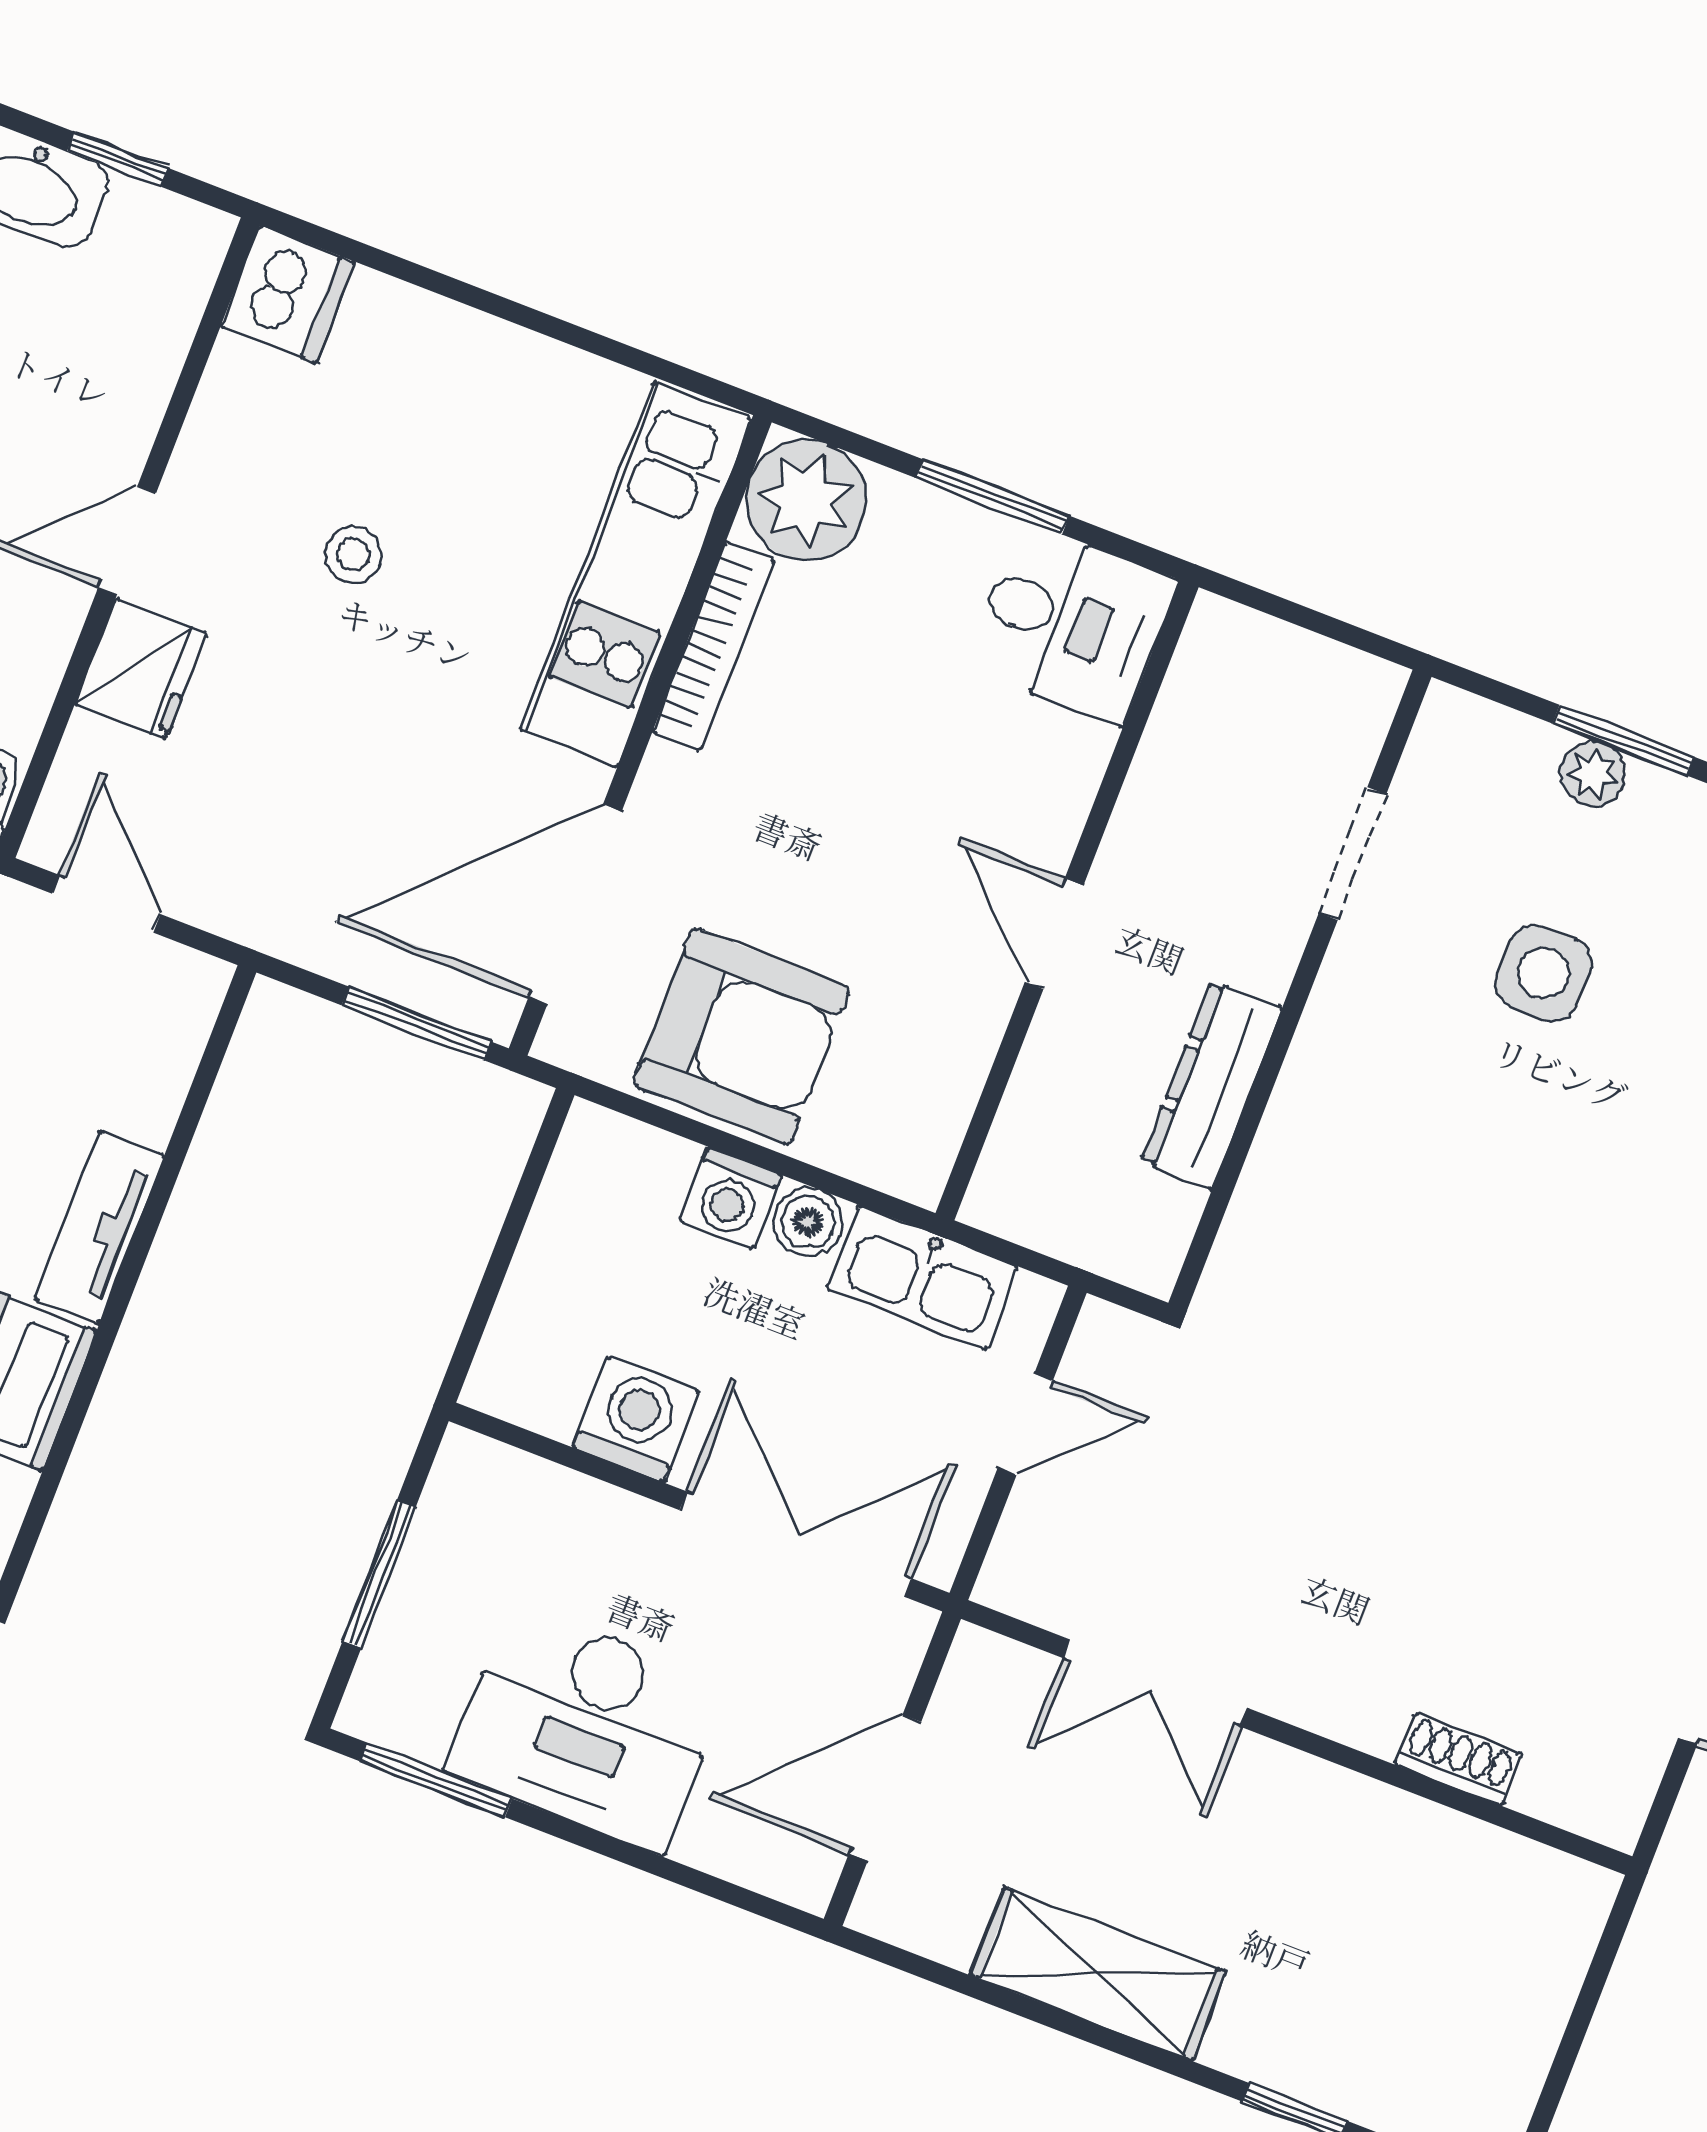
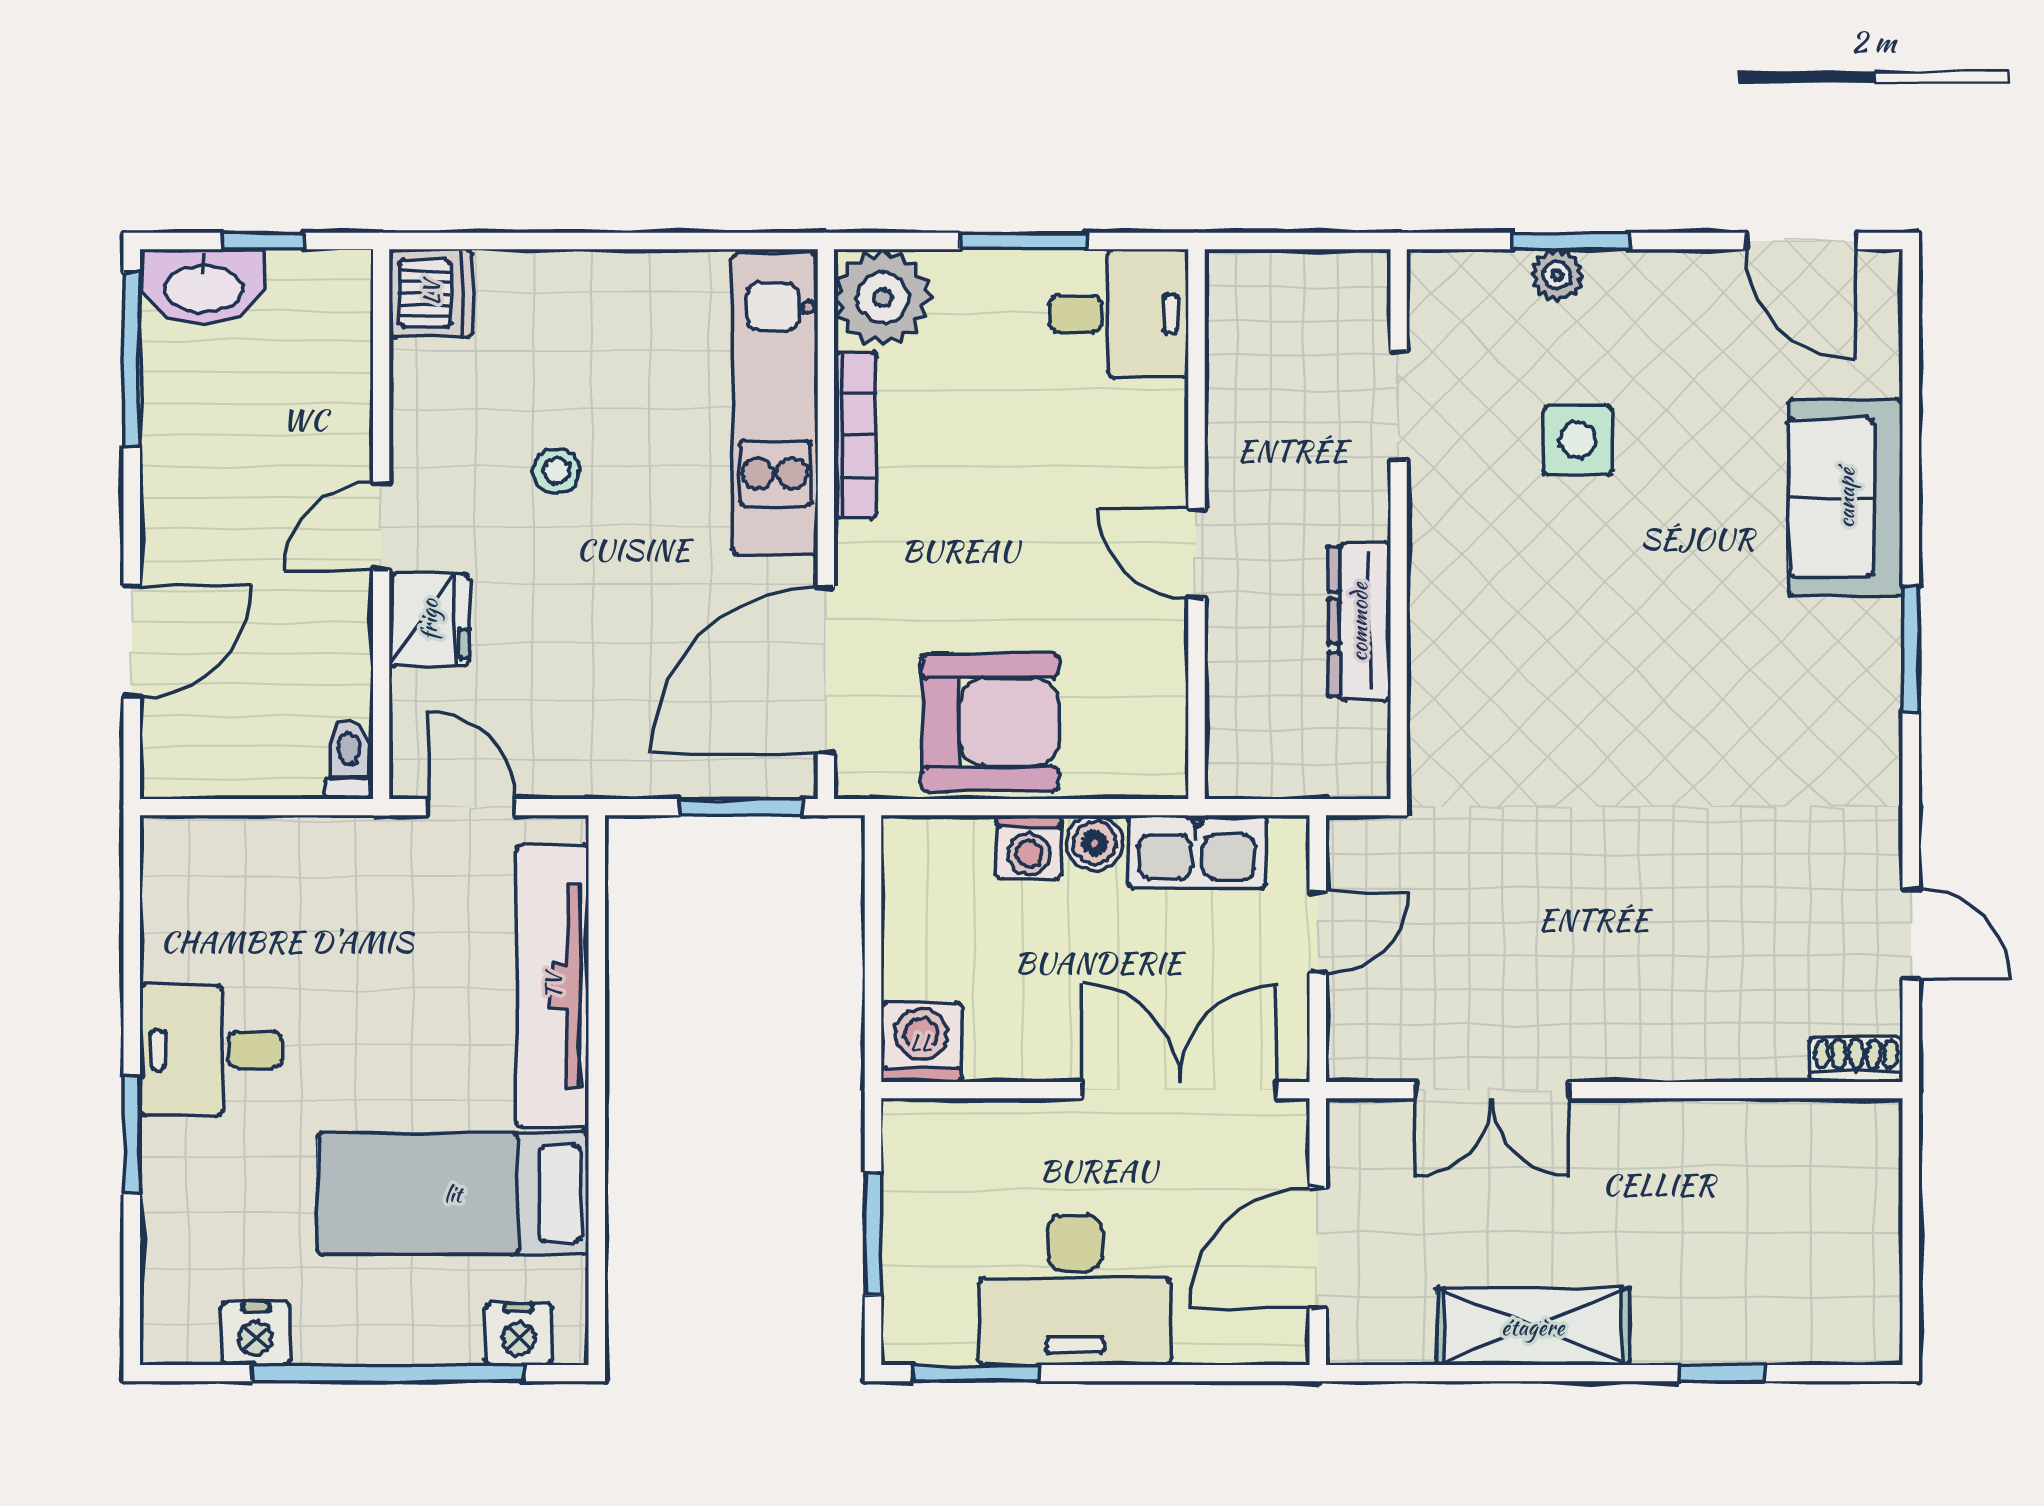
tv unit: (99, 1227) -> (553, 986), width x1.92, depth x1.29
washing machine: (636, 1419) -> (921, 1042), moved
shoe rack: (1458, 1759) -> (1856, 1059), moved

